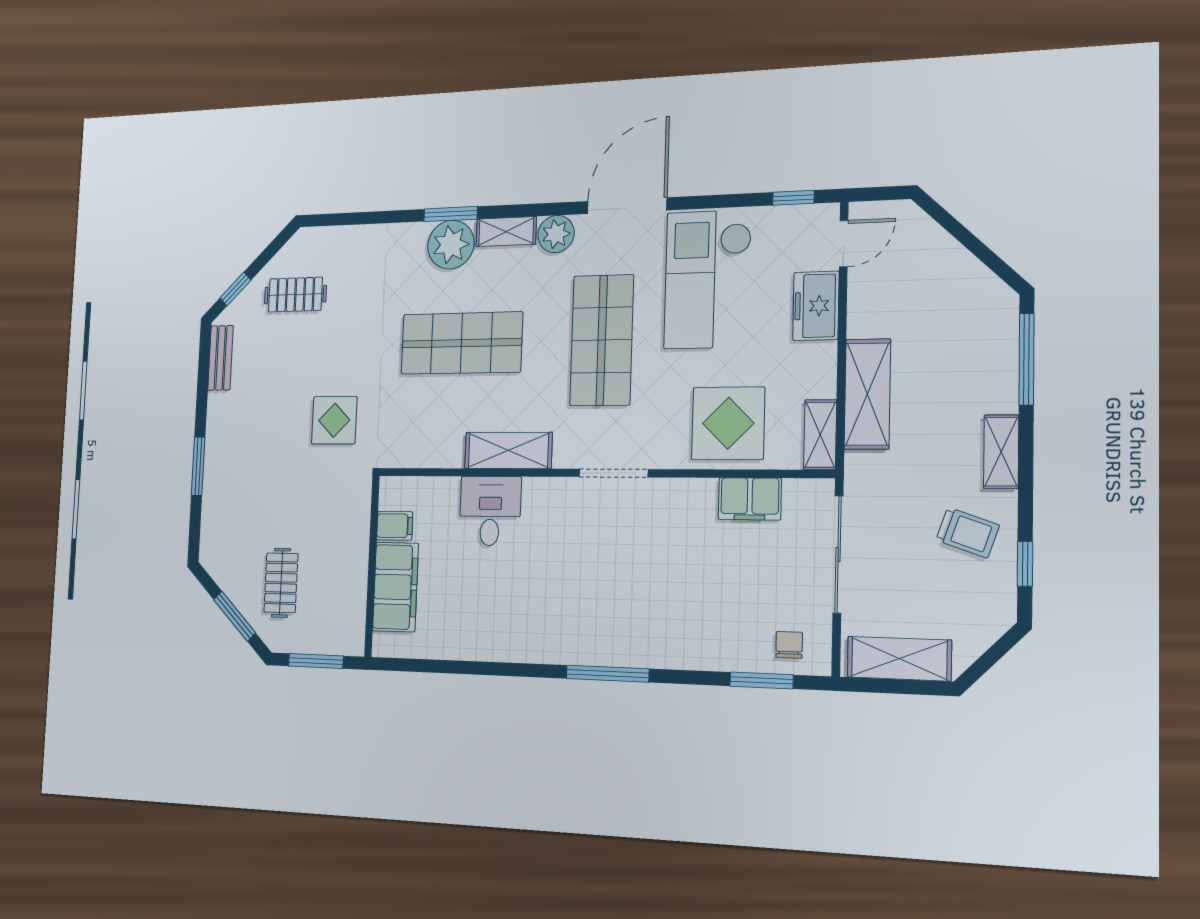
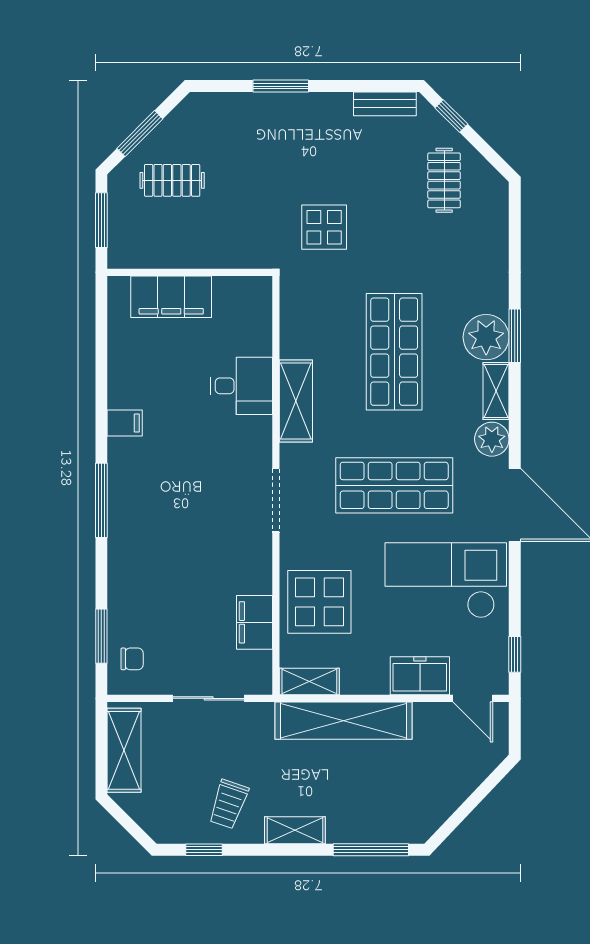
shelving: (867, 394) -> (343, 721), width x1.47
filing cabinet: (395, 526) -> (125, 423), moved, turned -90
sliding door: (838, 554) -> (209, 698), width x0.73

